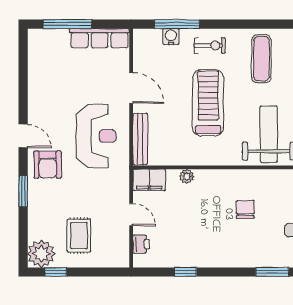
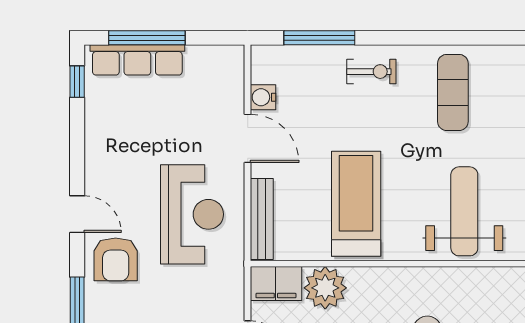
water cooler: (171, 37) -> (263, 97), moved, turned -90
row of seats: (100, 38) -> (137, 60), moved
window: (23, 52) -> (77, 82), added
treadmill: (208, 103) -> (356, 204), moved
plant: (187, 176) -> (325, 288), width x1.87, depth x1.87

